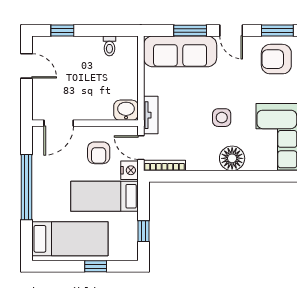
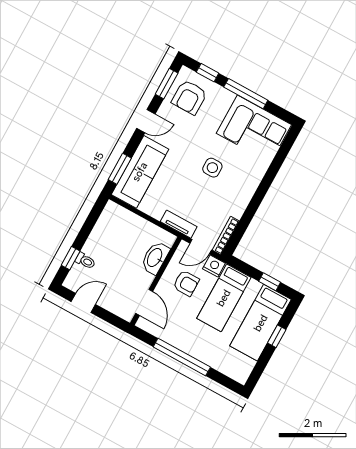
window: (190, 30) -> (120, 169), moved
toilet: (109, 46) -> (85, 261), moved
washbasin: (126, 110) -> (155, 258), moved, width x1.38
floor lamp: (232, 158) -> (250, 177), removed
bed: (70, 239) -> (261, 323), moved, turned 180

